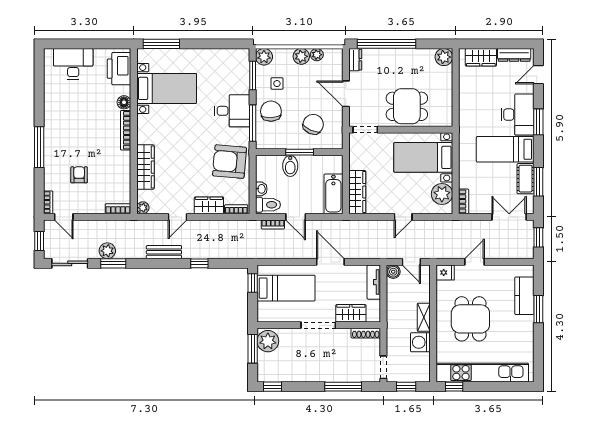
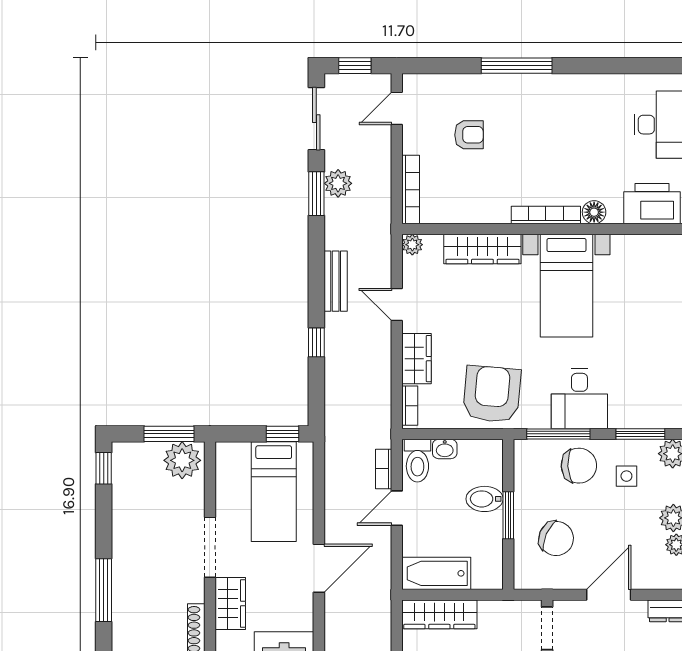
bed with nightstands: (167, 88) -> (566, 286), moved
bookcase: (48, 202) -> (422, 81), removed
bookcase: (118, 209) -> (411, 190), width x1.56

